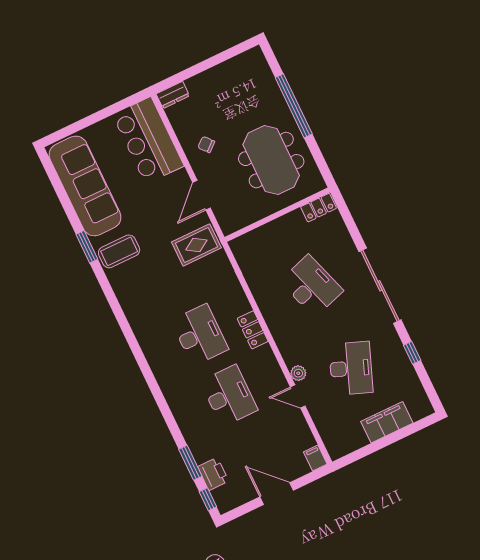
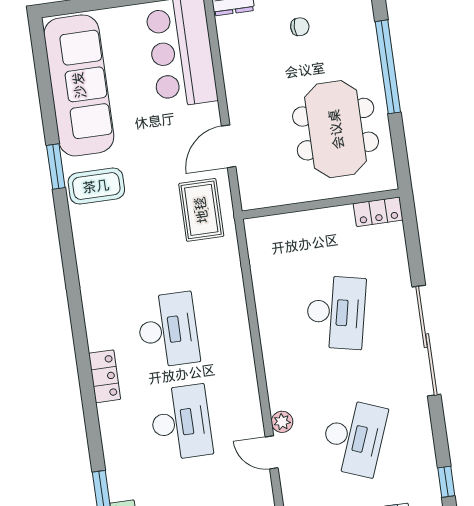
chair: (206, 145) -> (300, 27), moved, turned 131
rug: (196, 245) -> (201, 210), turned 90
desk: (311, 286) -> (336, 312), turned 30
locker: (253, 330) -> (105, 376), moved, turned 180
window: (412, 353) -> (446, 482), moved

